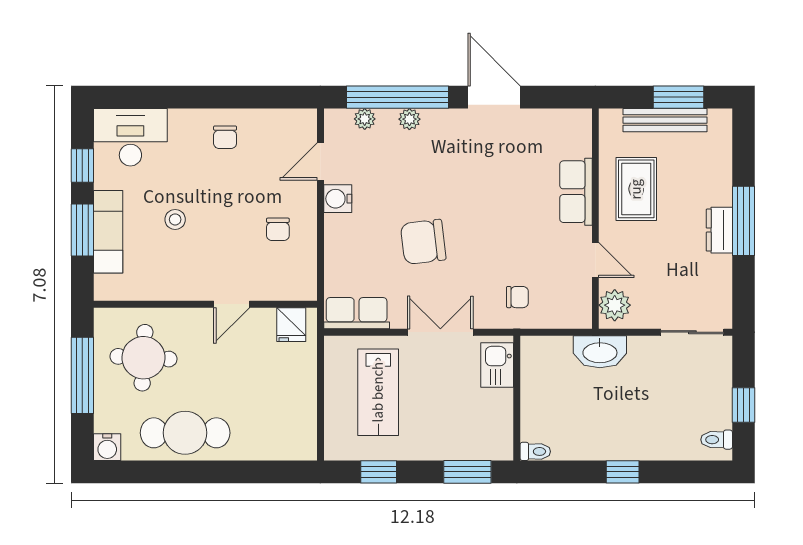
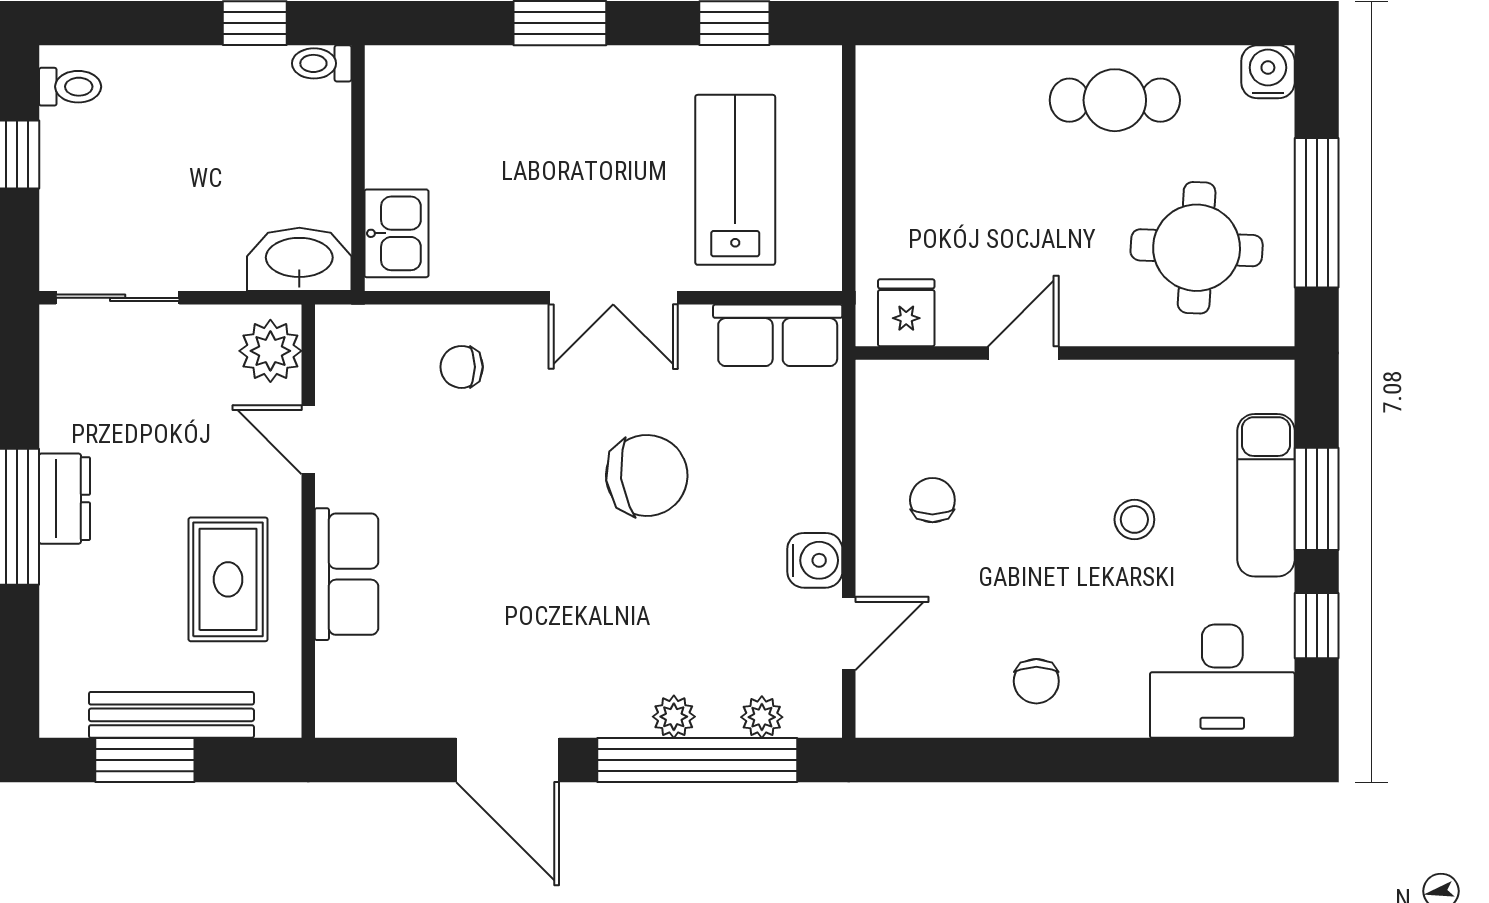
chair: (225, 137) -> (1036, 681), turned 180
kitchen sink: (497, 365) -> (396, 233), moved
wall: (517, 398) -> (358, 168), moved
cafe table: (185, 433) -> (1115, 100), width x0.73, depth x0.74
toilet: (535, 451) -> (322, 63), moved

